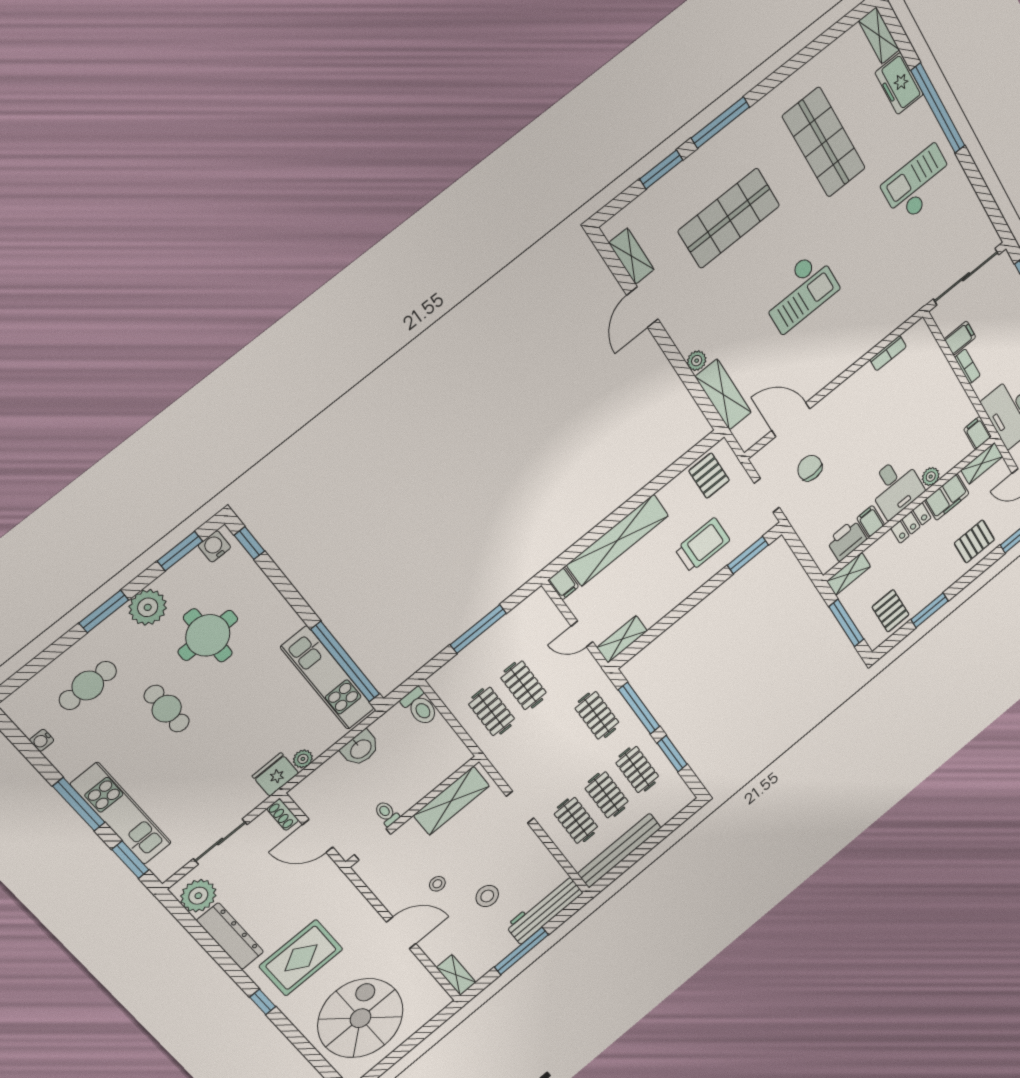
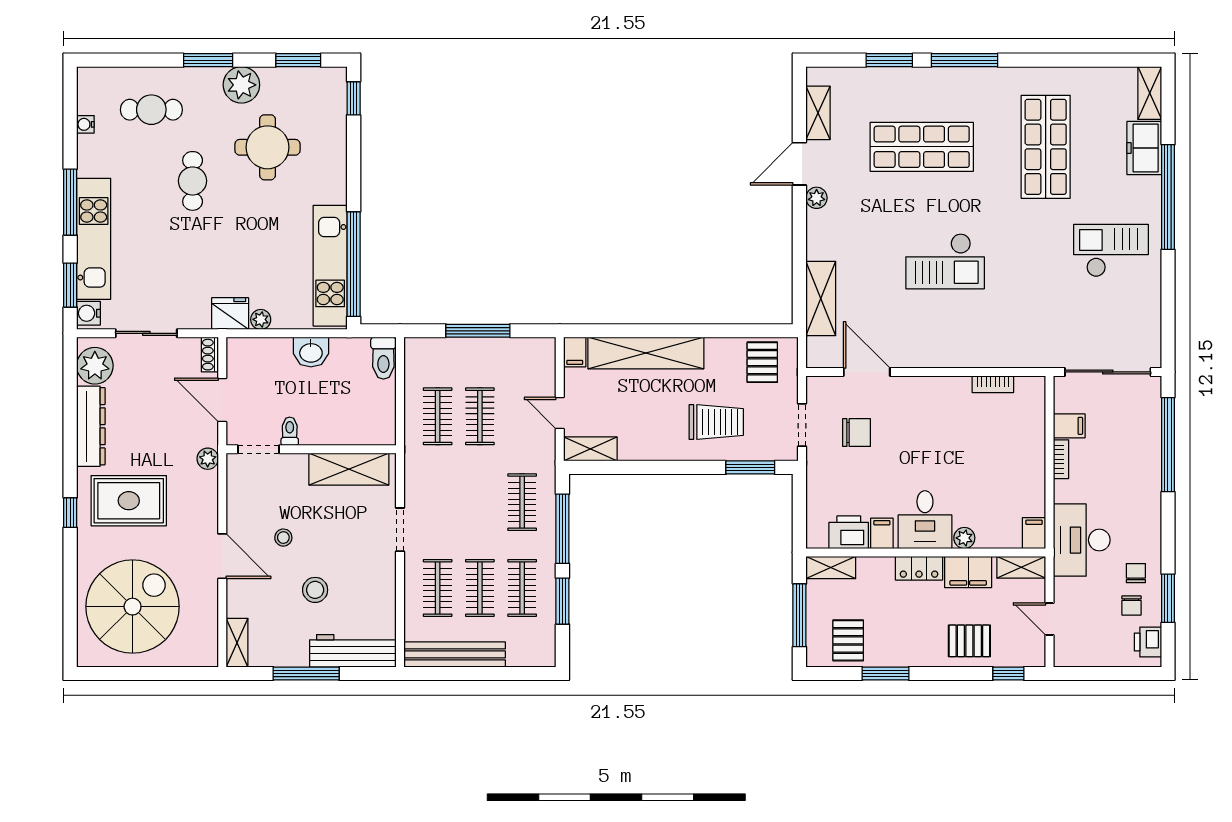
plant: (697, 361) -> (817, 198), moved
chair: (810, 468) -> (856, 433), turned 90
water cooler: (214, 546) -> (88, 313), moved, turned -90
plant: (339, 882) -> (208, 459), added

